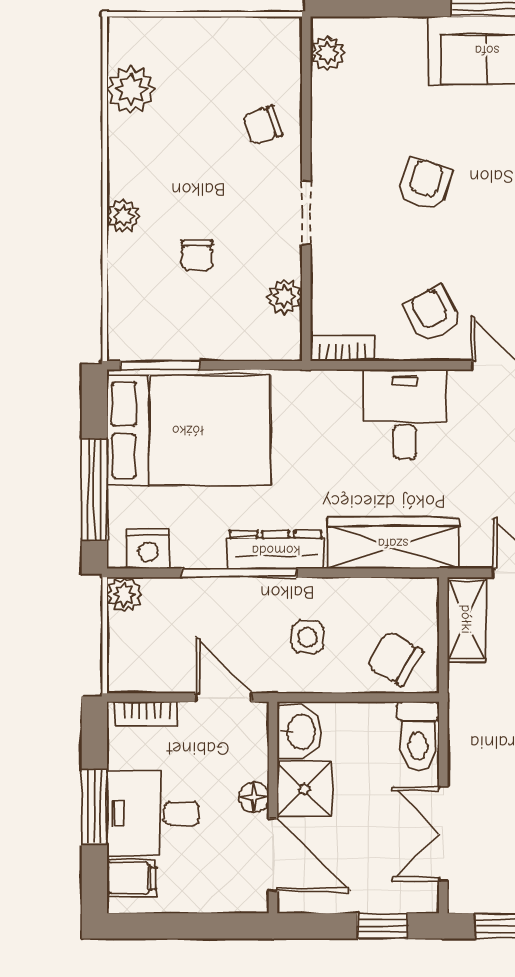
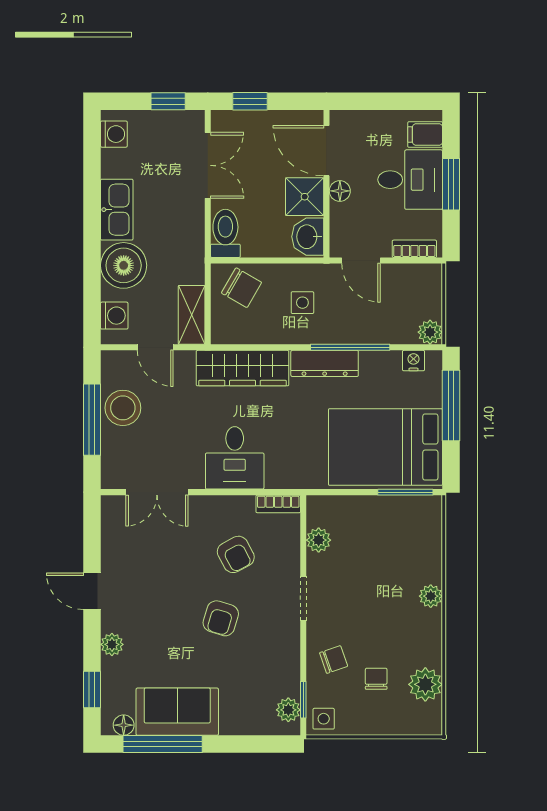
side table: (277, 40) -> (324, 719), added
window: (306, 67) -> (303, 700), added
chair: (197, 255) -> (376, 679), moved
armchair: (432, 315) -> (236, 554), moved
nightstand: (148, 549) -> (413, 361), width x0.72, depth x0.74

